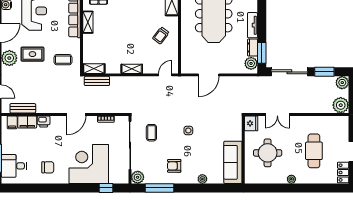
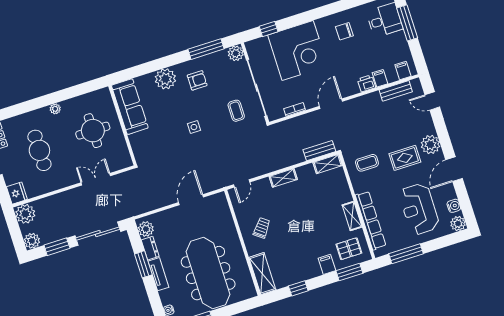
window: (262, 53) -> (143, 264), moved
filing cabinet: (27, 122) -> (380, 78), width x0.50
fridge: (251, 123) -> (17, 193), moved, turned 180
plant: (202, 179) -> (165, 79), width x1.87, depth x1.87

